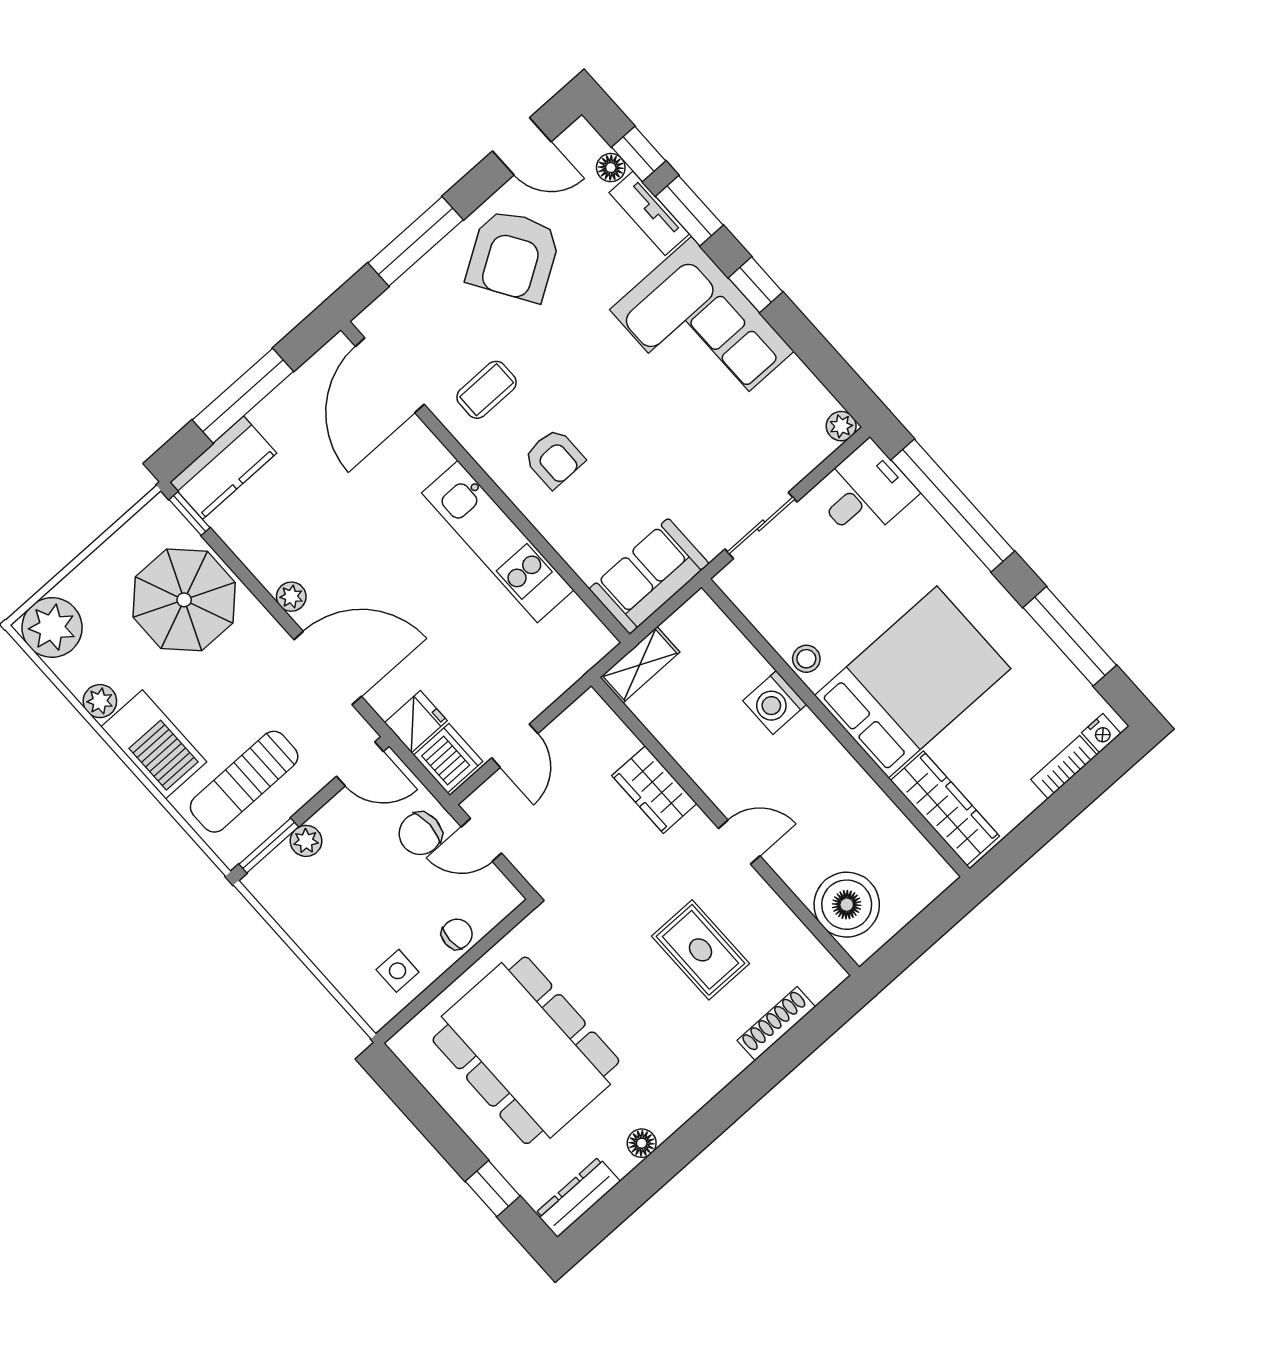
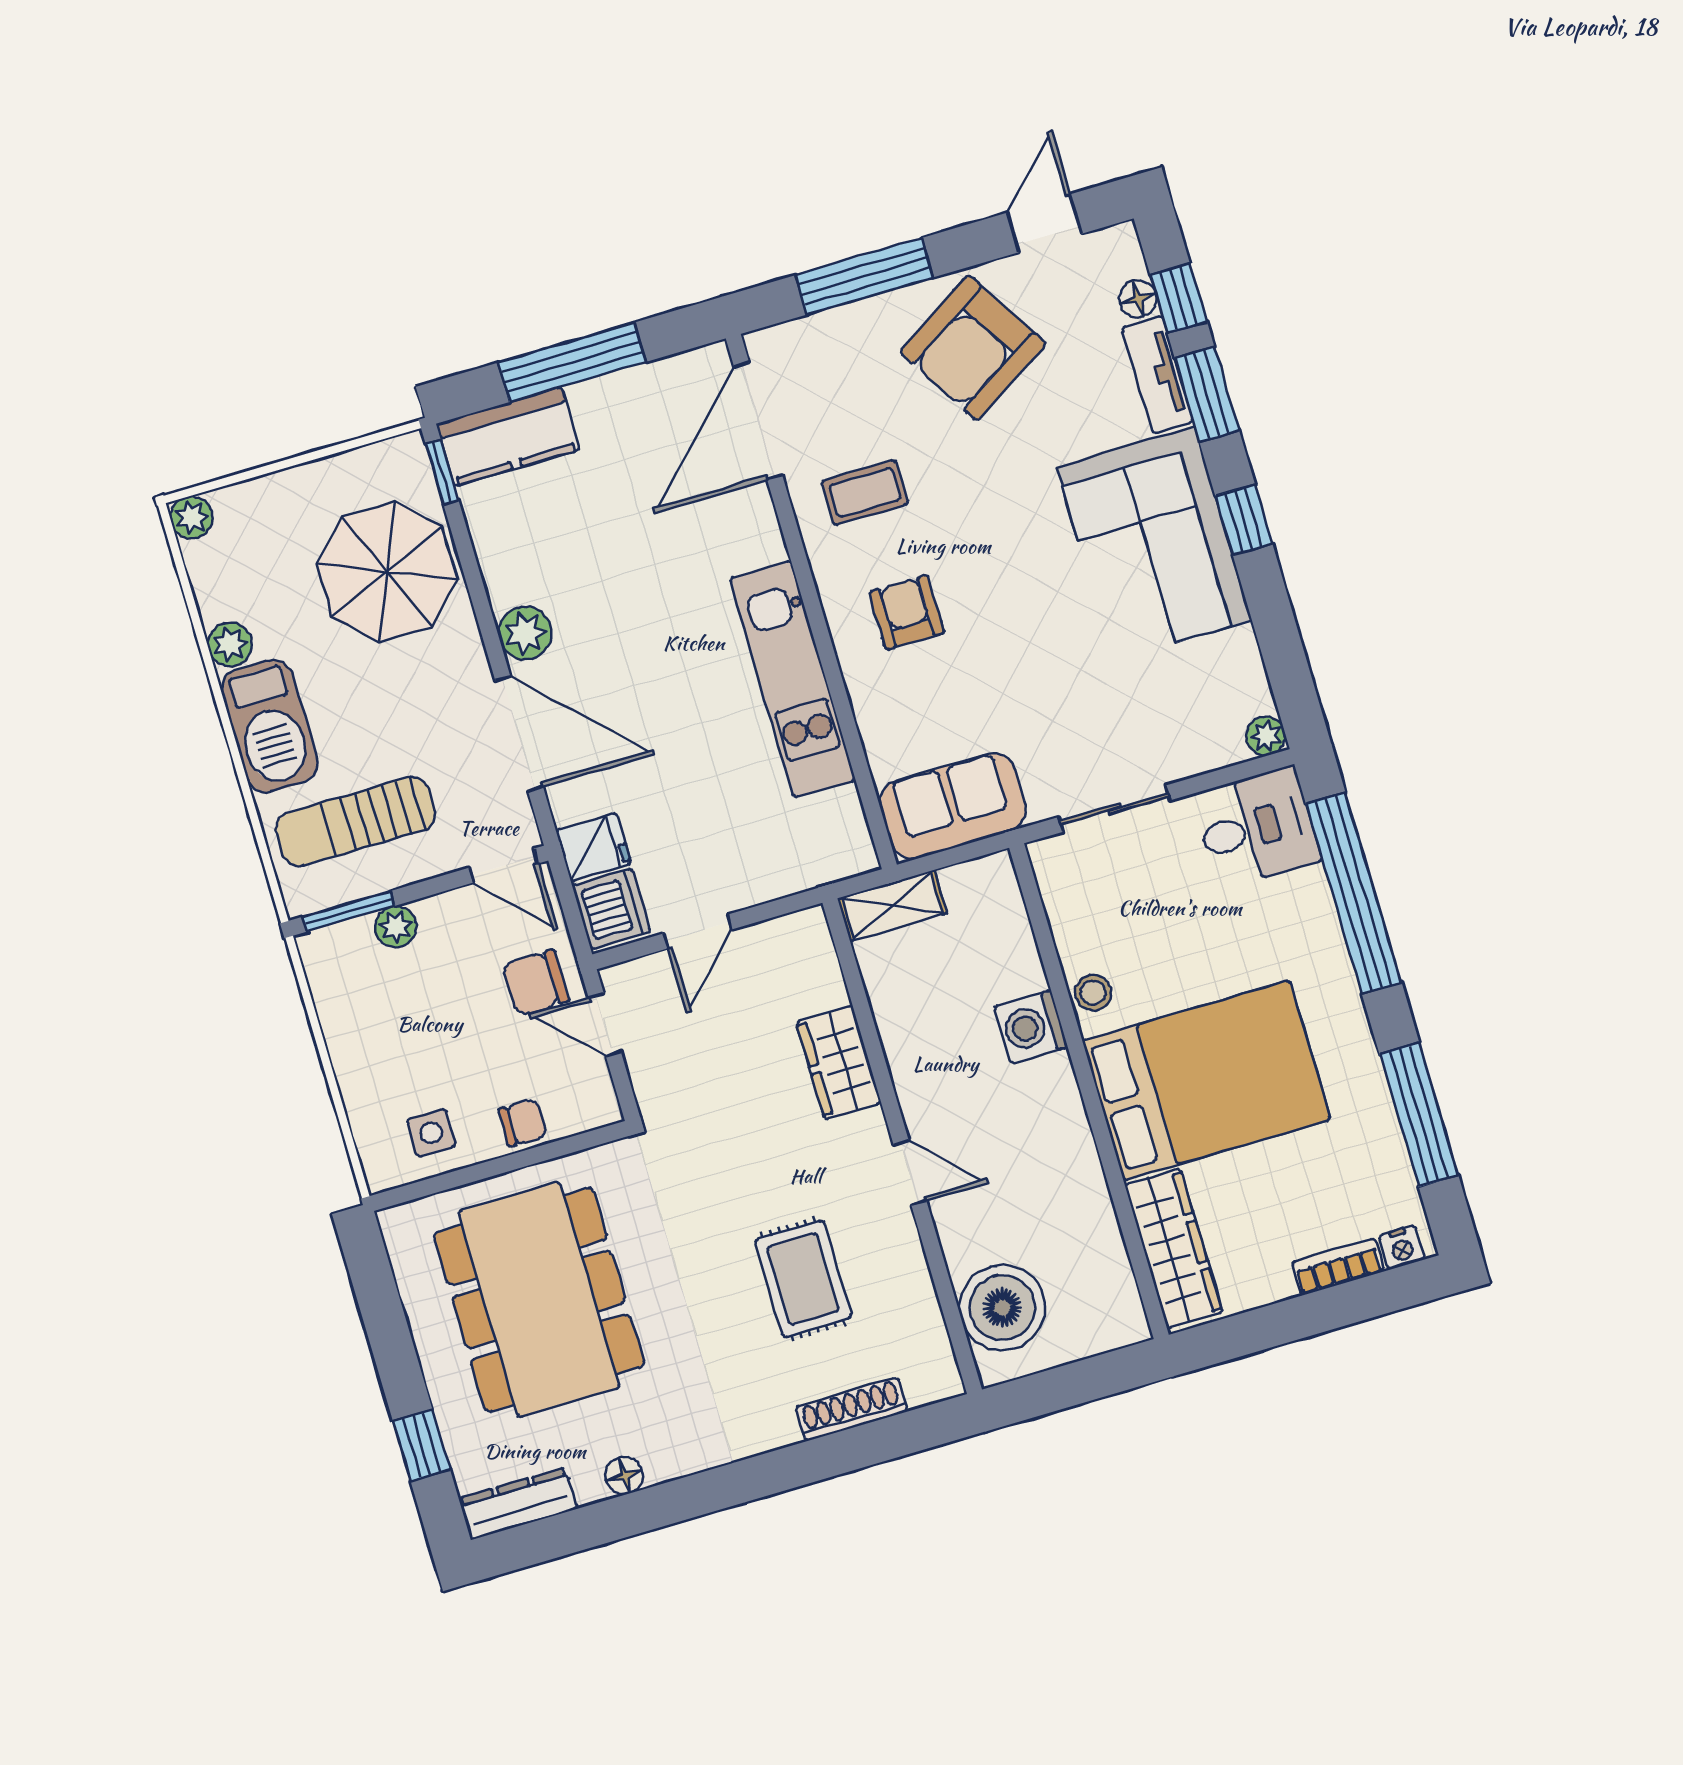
door: (522, 146) -> (1044, 223), swing flipped
armchair: (554, 458) -> (907, 612), turned 180
plant: (291, 597) -> (525, 633), width x1.38, depth x1.38
plant: (52, 627) -> (192, 517), width x0.53, depth x0.53

